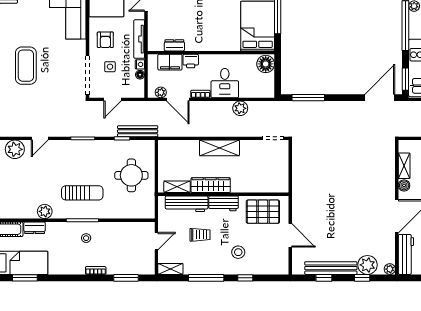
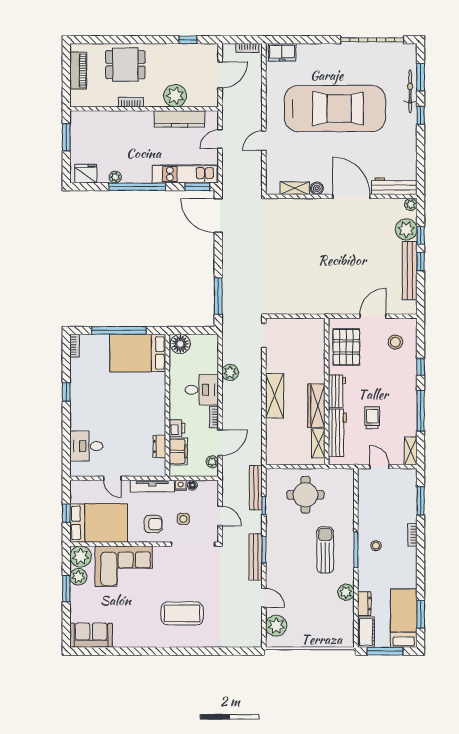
bench: (76, 131) -> (256, 557), added
stool: (238, 252) -> (395, 342), moved
window: (324, 278) -> (421, 262), moved

